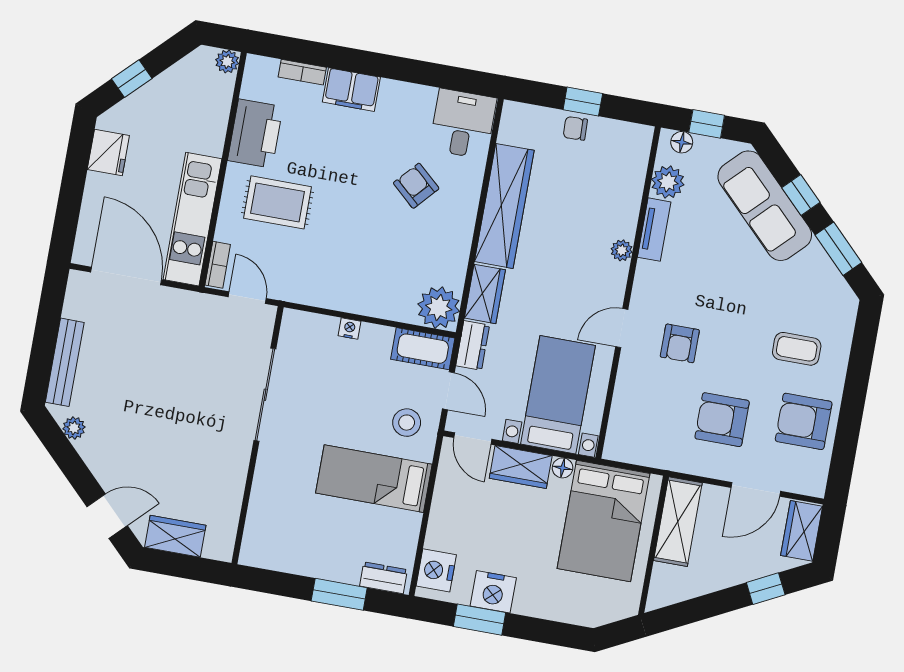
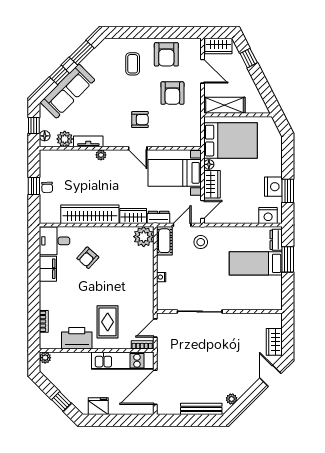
filing cabinet: (351, 90) -> (48, 269), moved
bed: (374, 479) -> (256, 263), moved, turned 90

